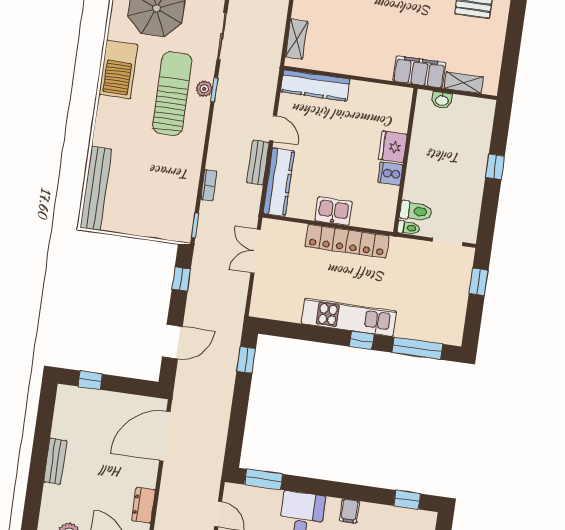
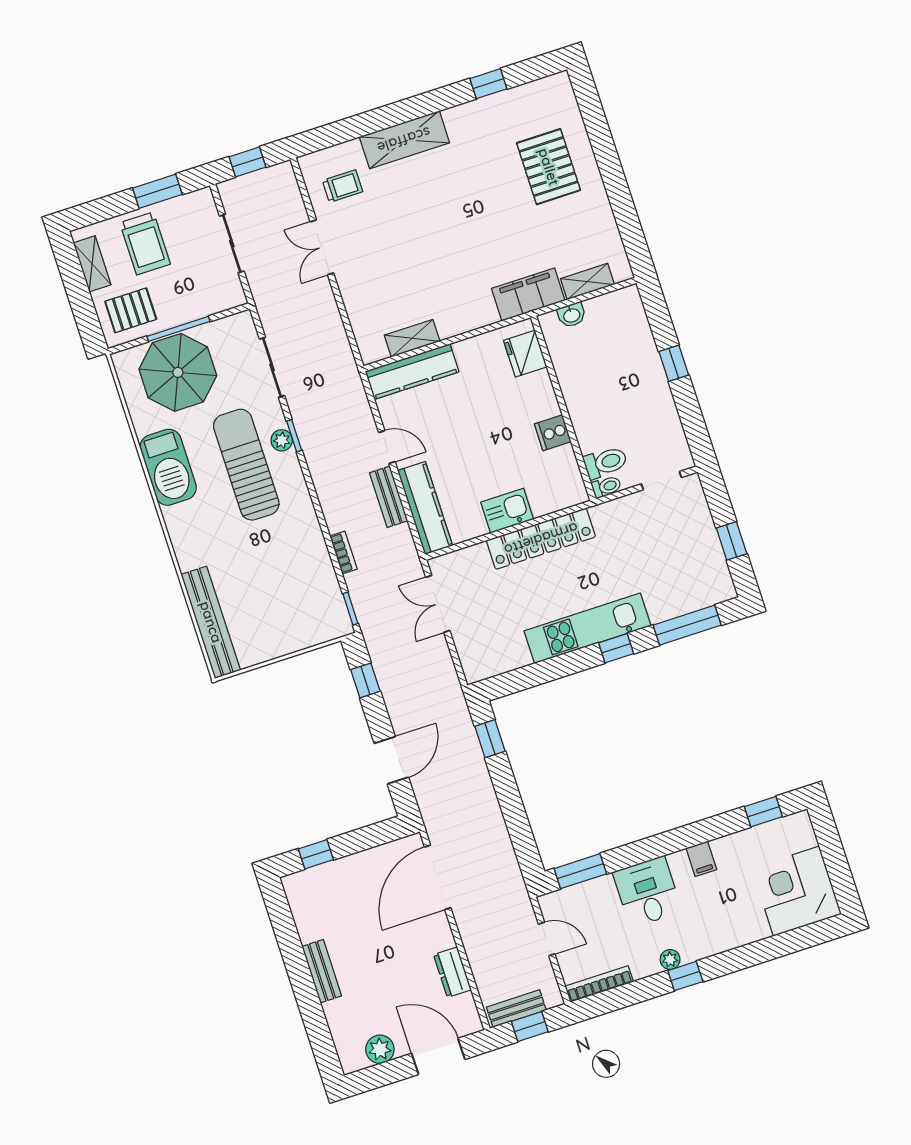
shelving: (297, 39) -> (412, 338), moved, turned 90
fridge: (393, 147) -> (525, 354), moved
window: (479, 282) -> (732, 541), moved

